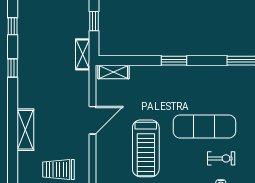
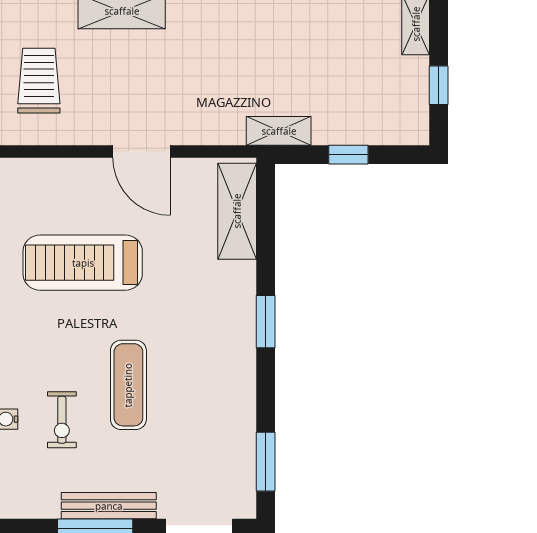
shelving: (113, 72) -> (237, 211), width x1.50, depth x1.33
exercise mat: (204, 126) -> (128, 385), width x0.73, depth x0.69

